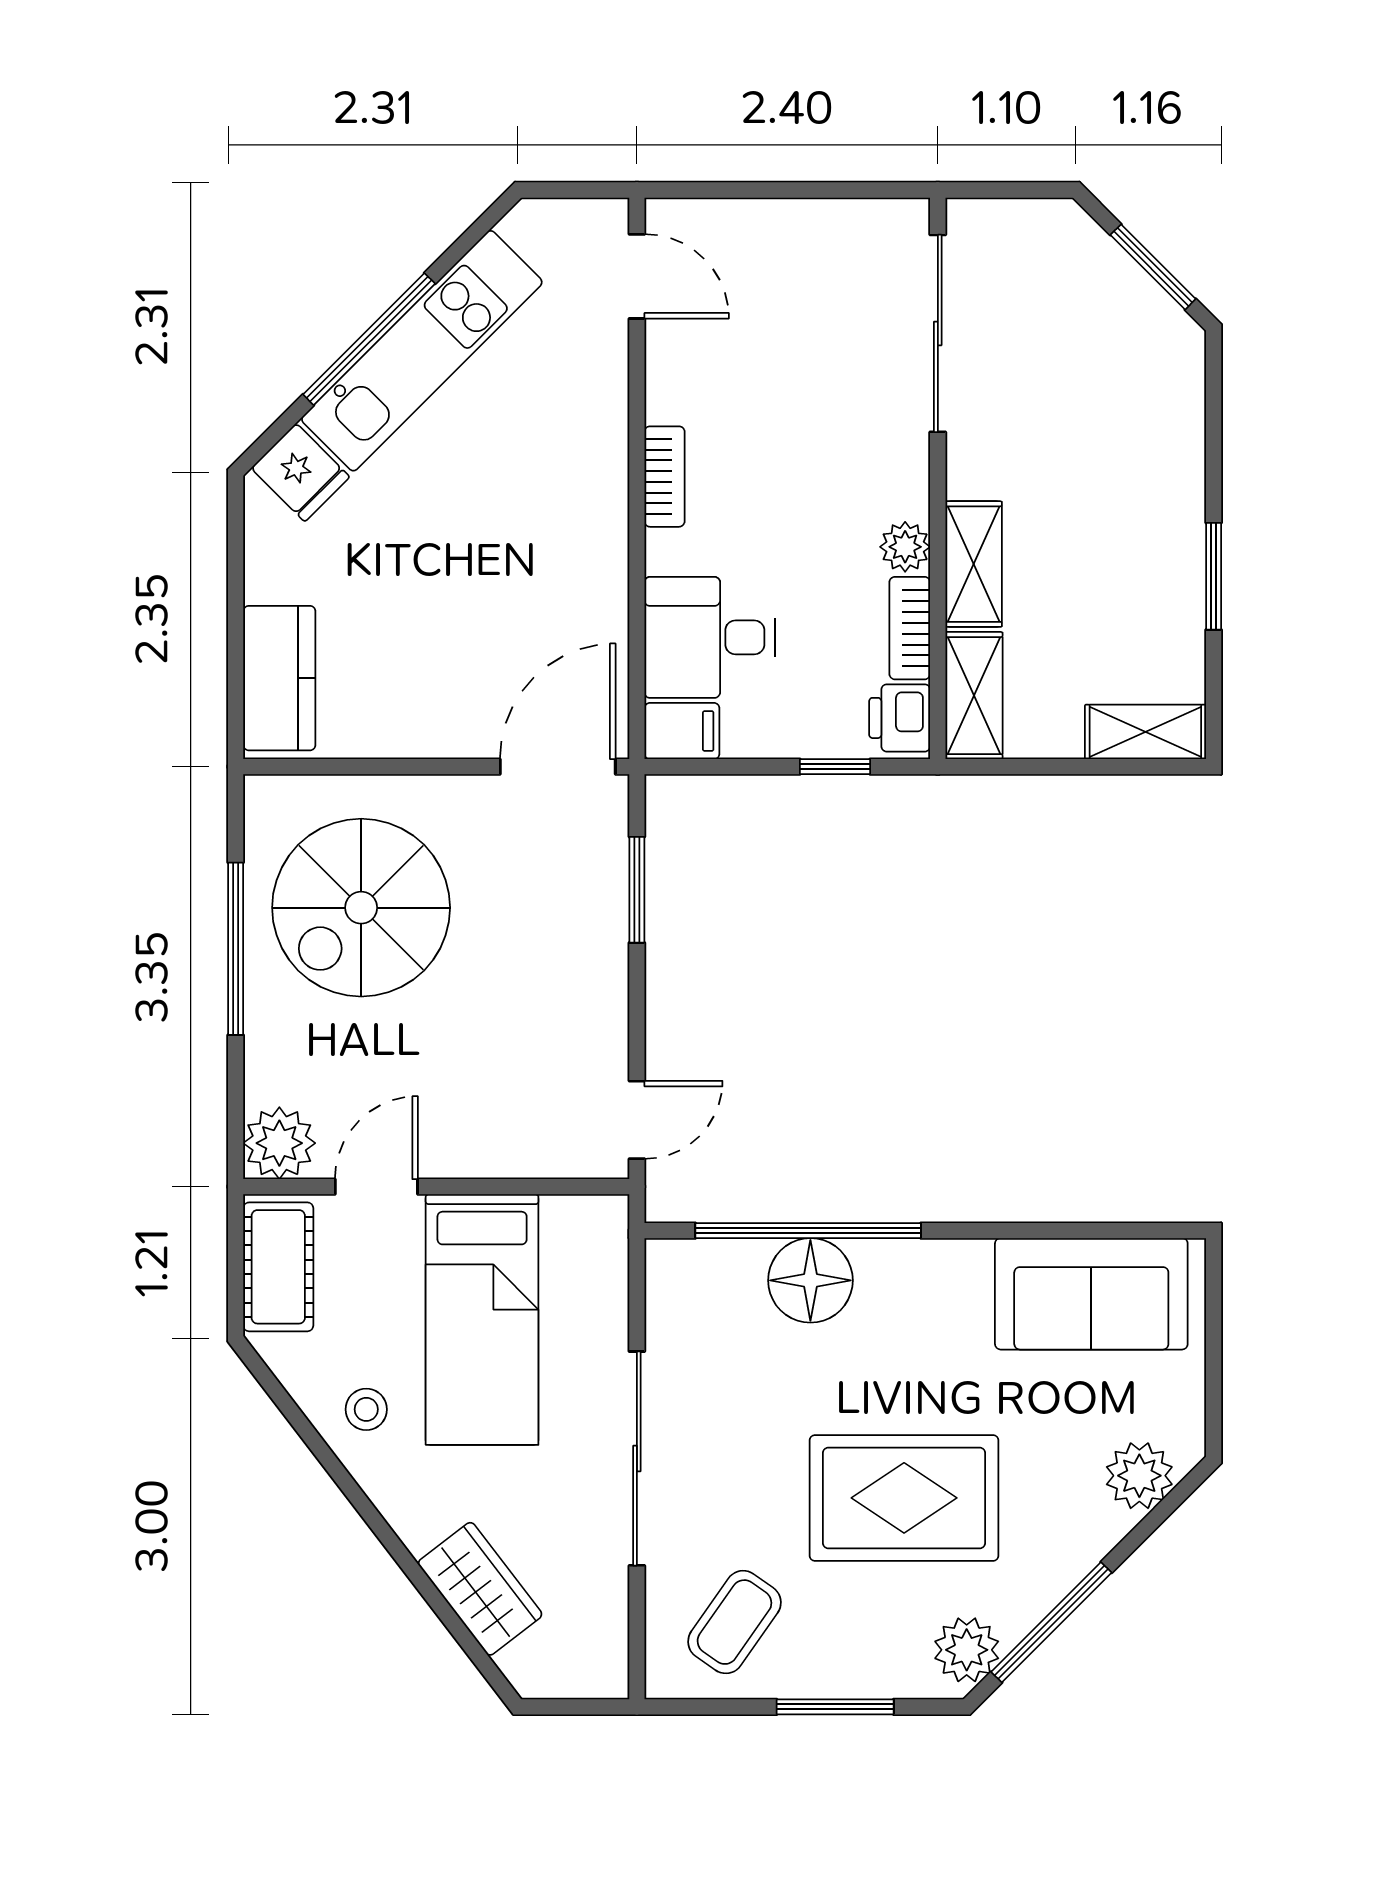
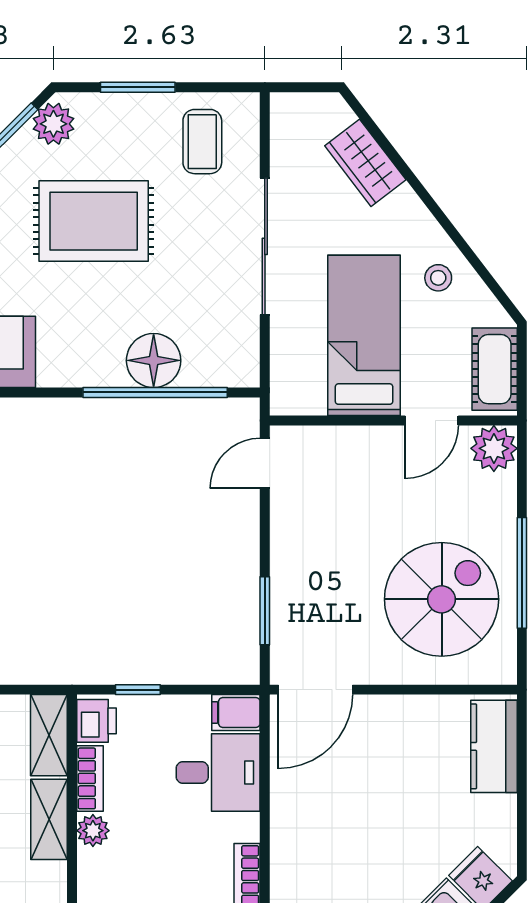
coffee table: (734, 1622) -> (202, 142), turned -35

